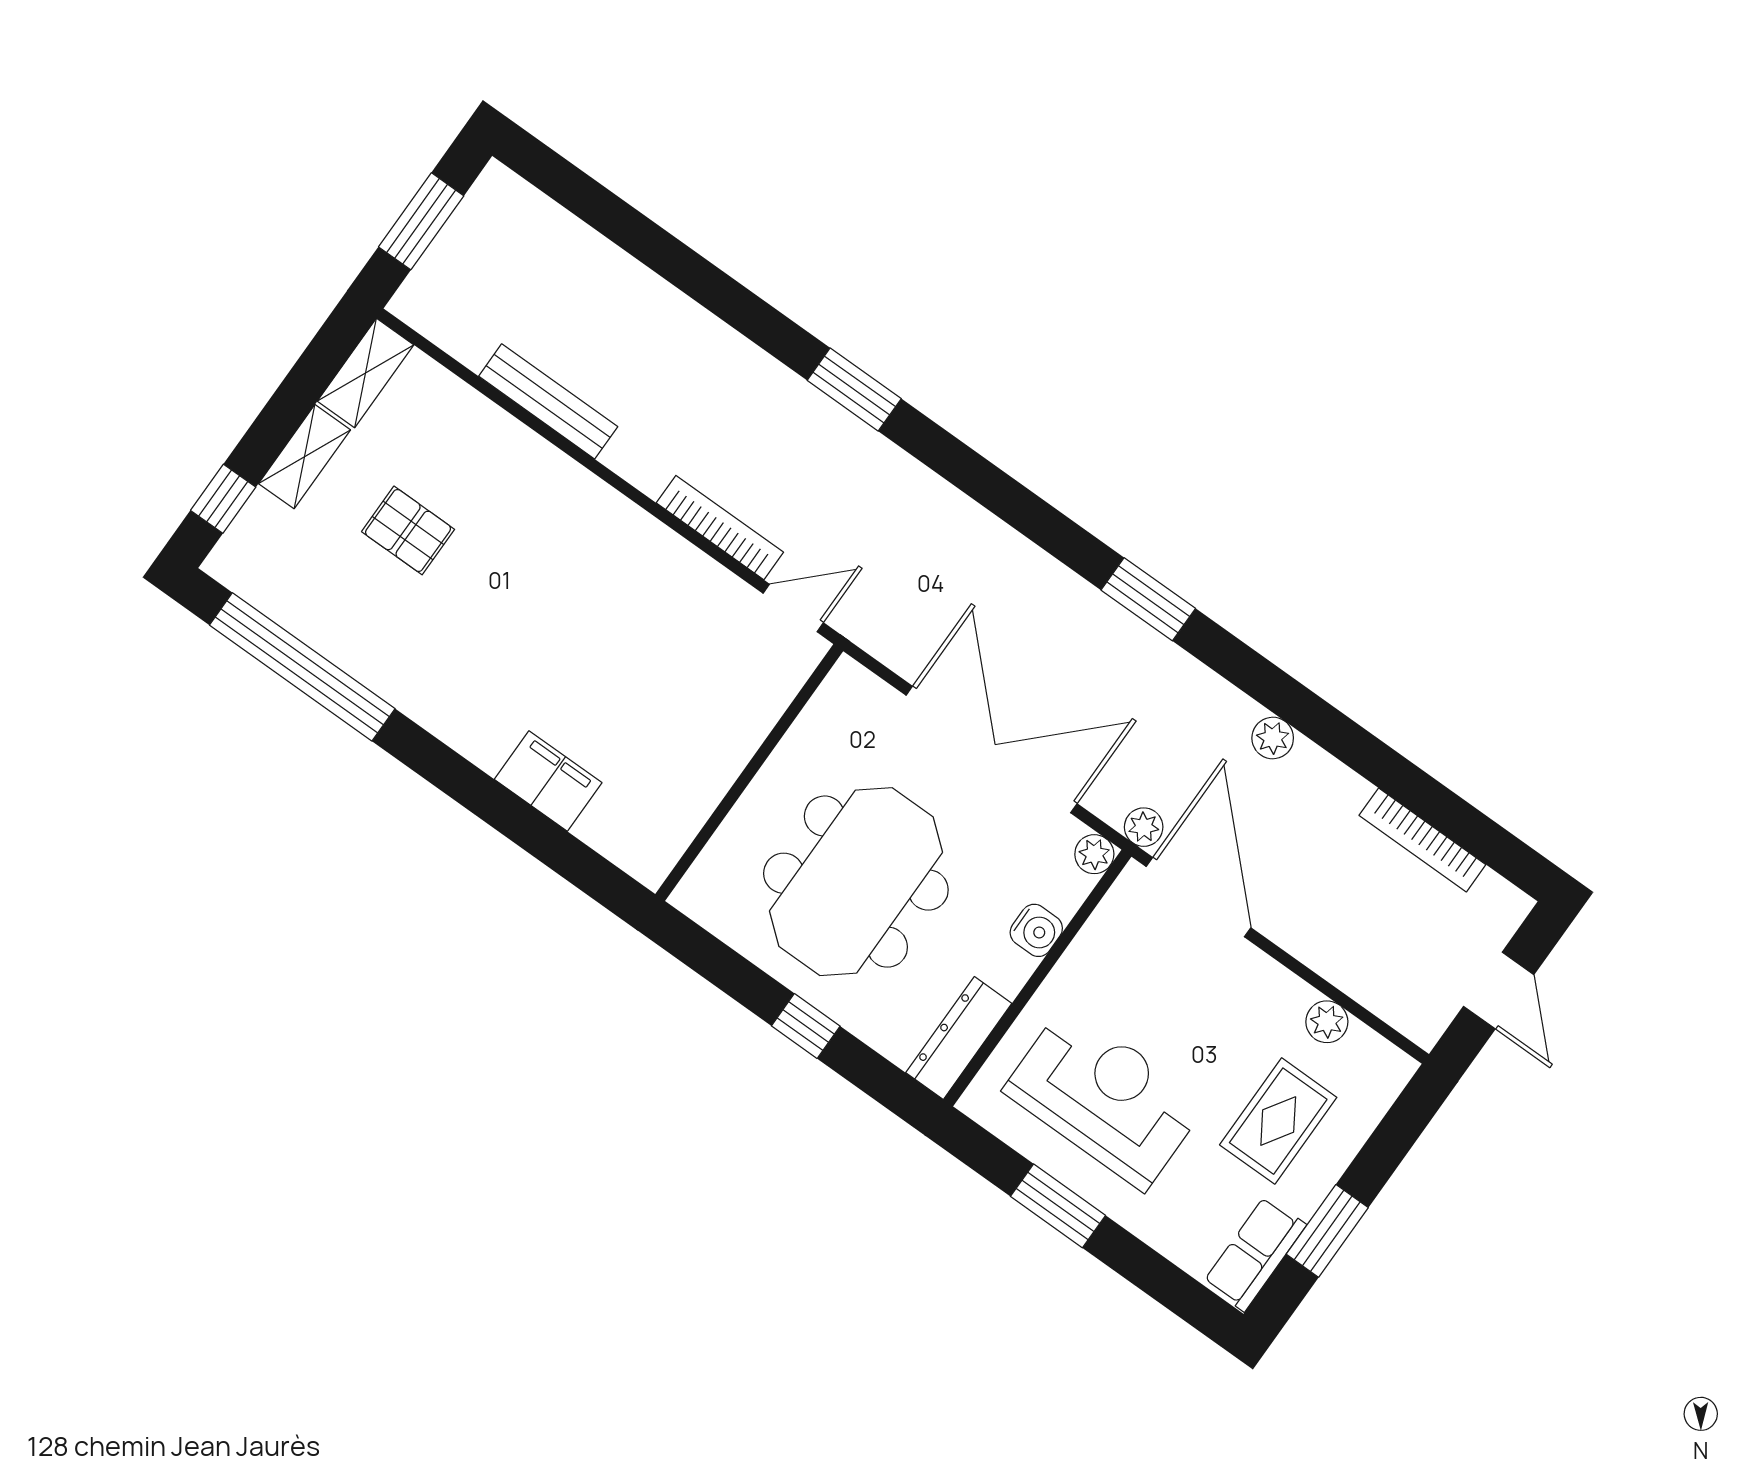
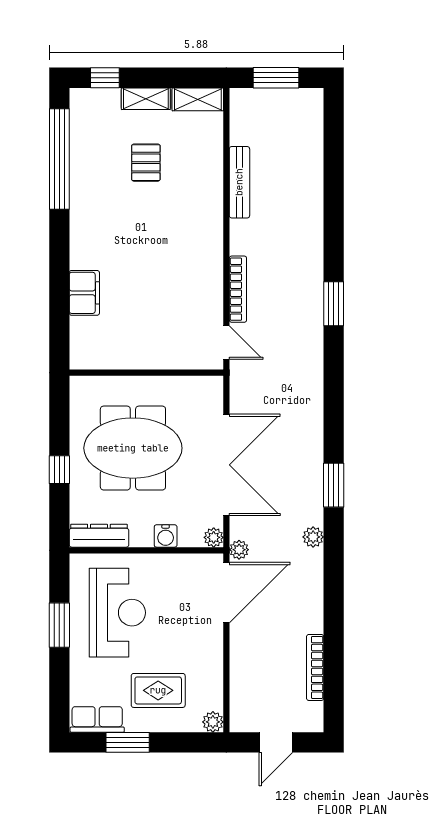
plant: (1273, 738) -> (313, 537), moved
plant: (1327, 1022) -> (213, 722), moved

